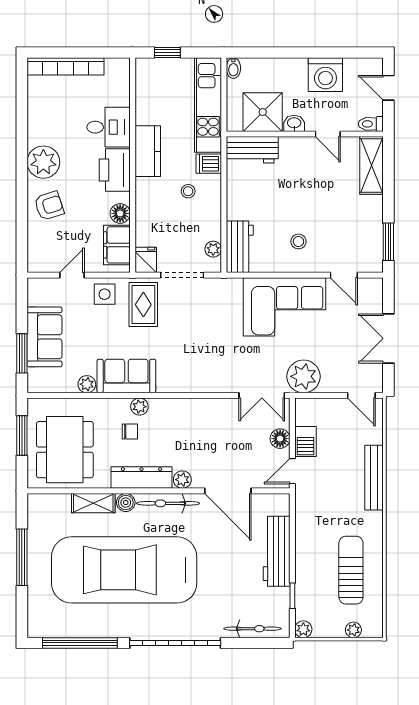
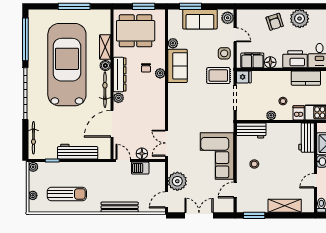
shelving: (372, 165) -> (285, 206), moved
plant: (213, 249) -> (271, 115), moved
plant: (42, 288) -> (228, 18), added
plant: (304, 376) -> (177, 181), moved

